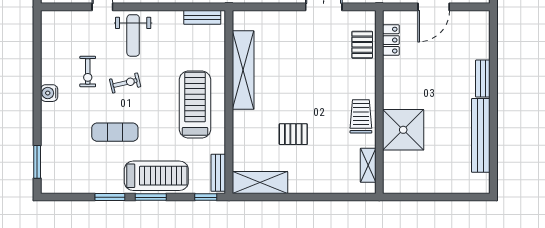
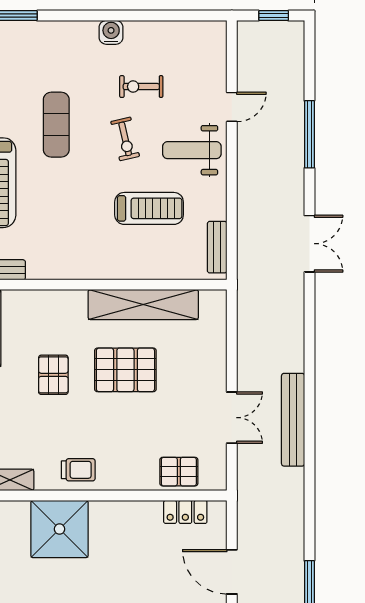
pallet: (290, 83) -> (125, 370), added
treadmill: (195, 105) -> (149, 208), moved, width x0.73, depth x0.73
trolley: (361, 116) -> (78, 470), width x0.73, depth x0.72

